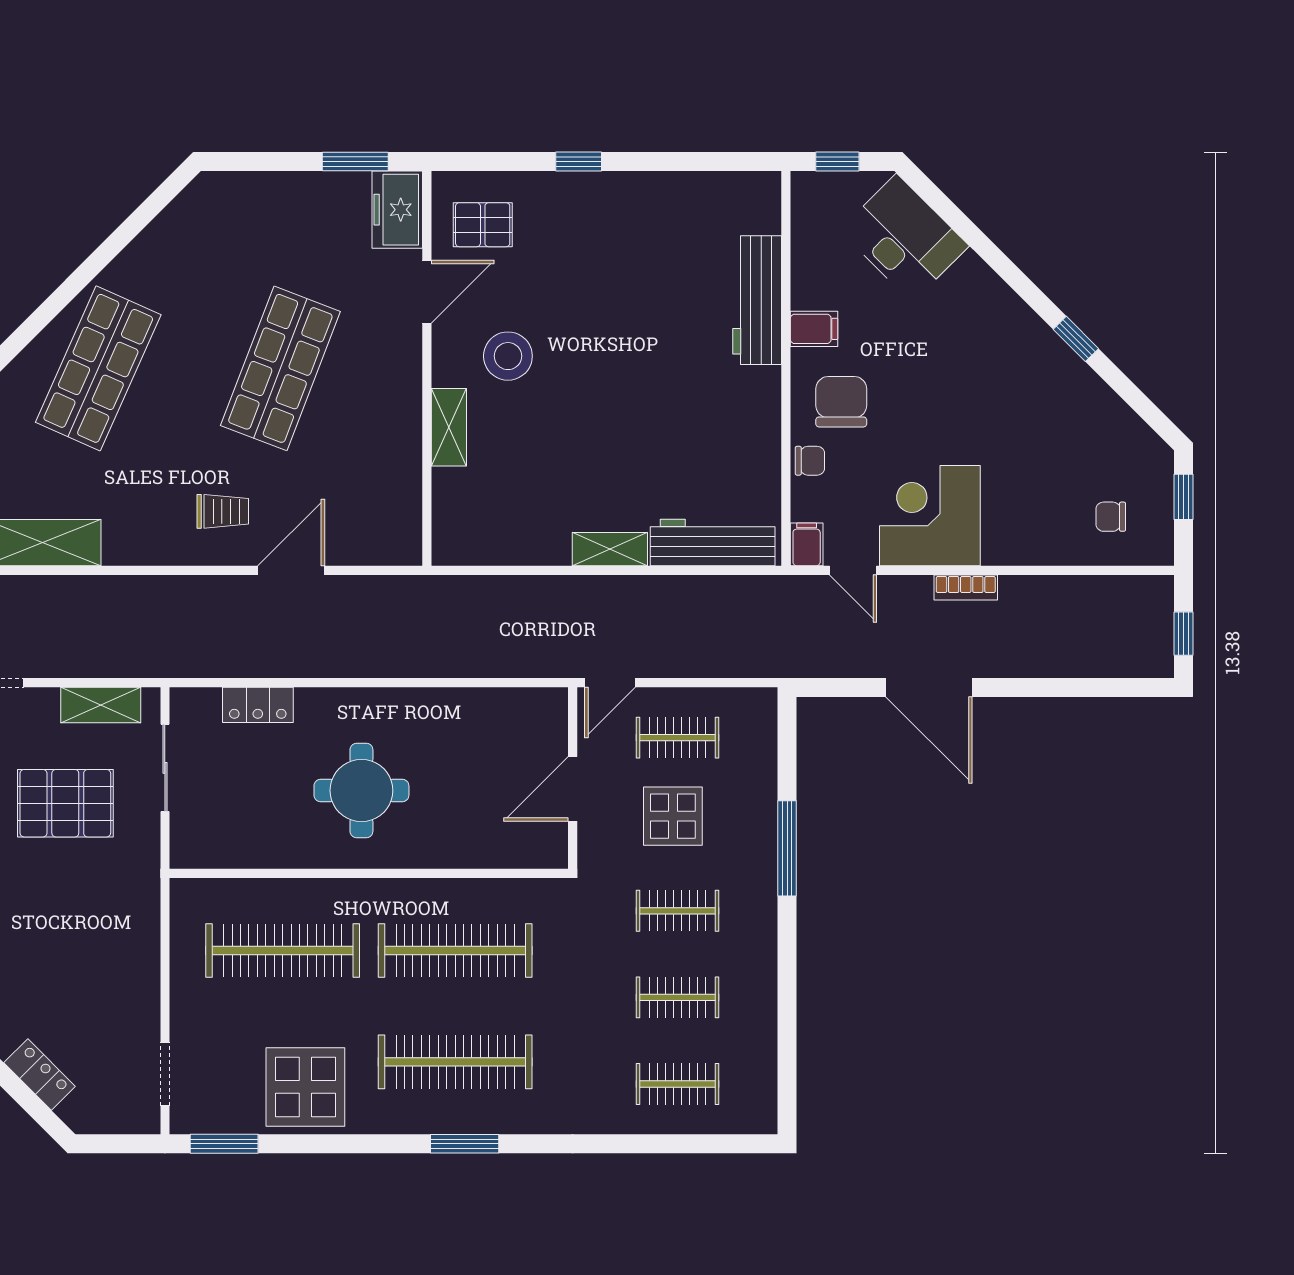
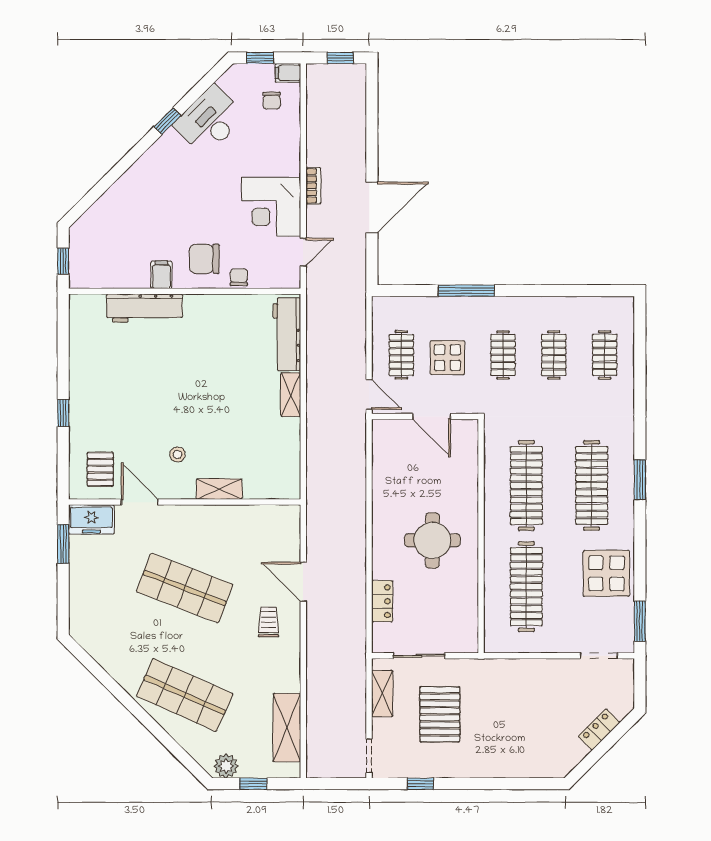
desk: (904, 238) -> (210, 120), moved
stool: (508, 356) -> (177, 454), width x0.53, depth x0.53
filing cabinet: (807, 544) -> (288, 73), moved

